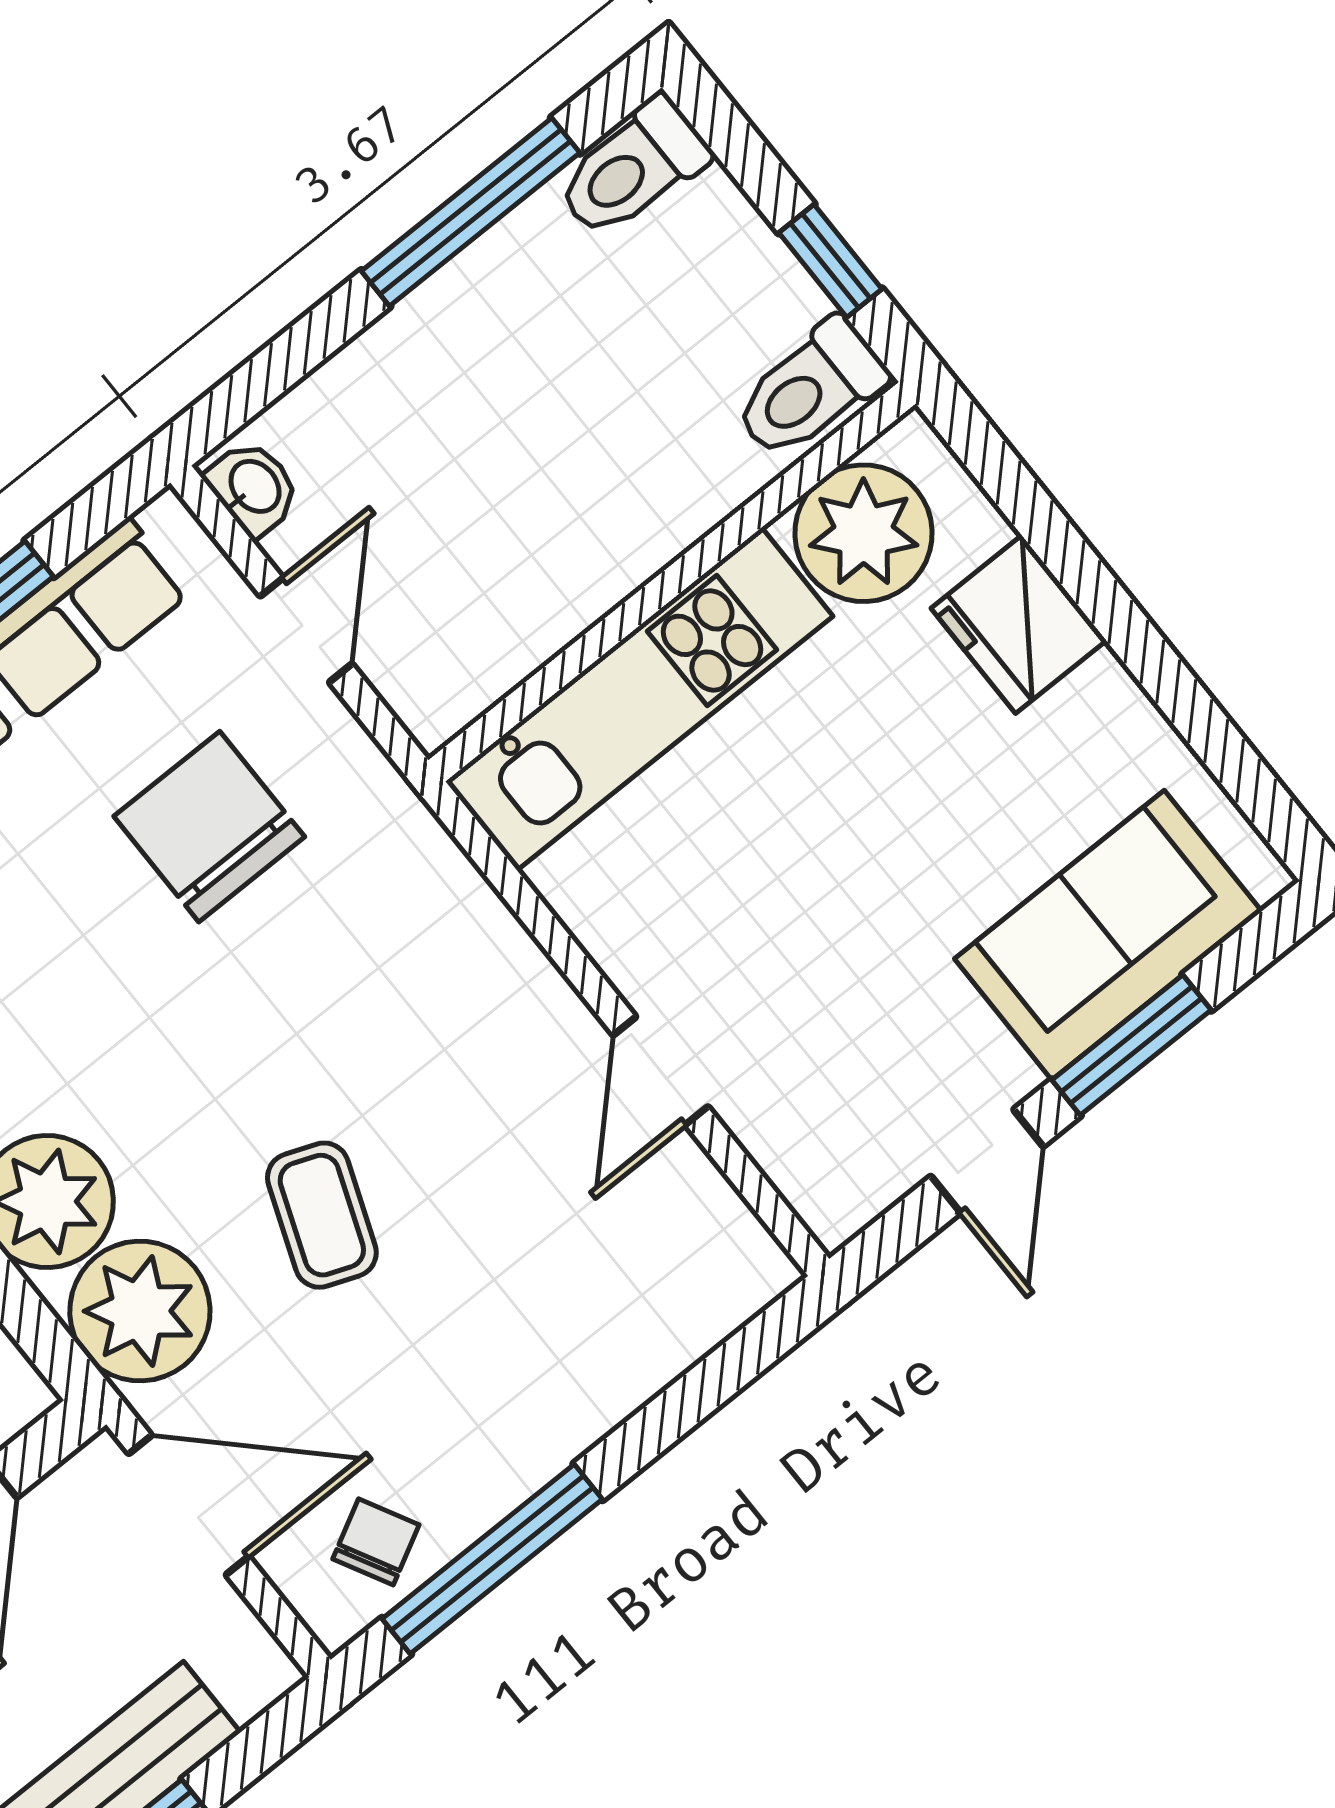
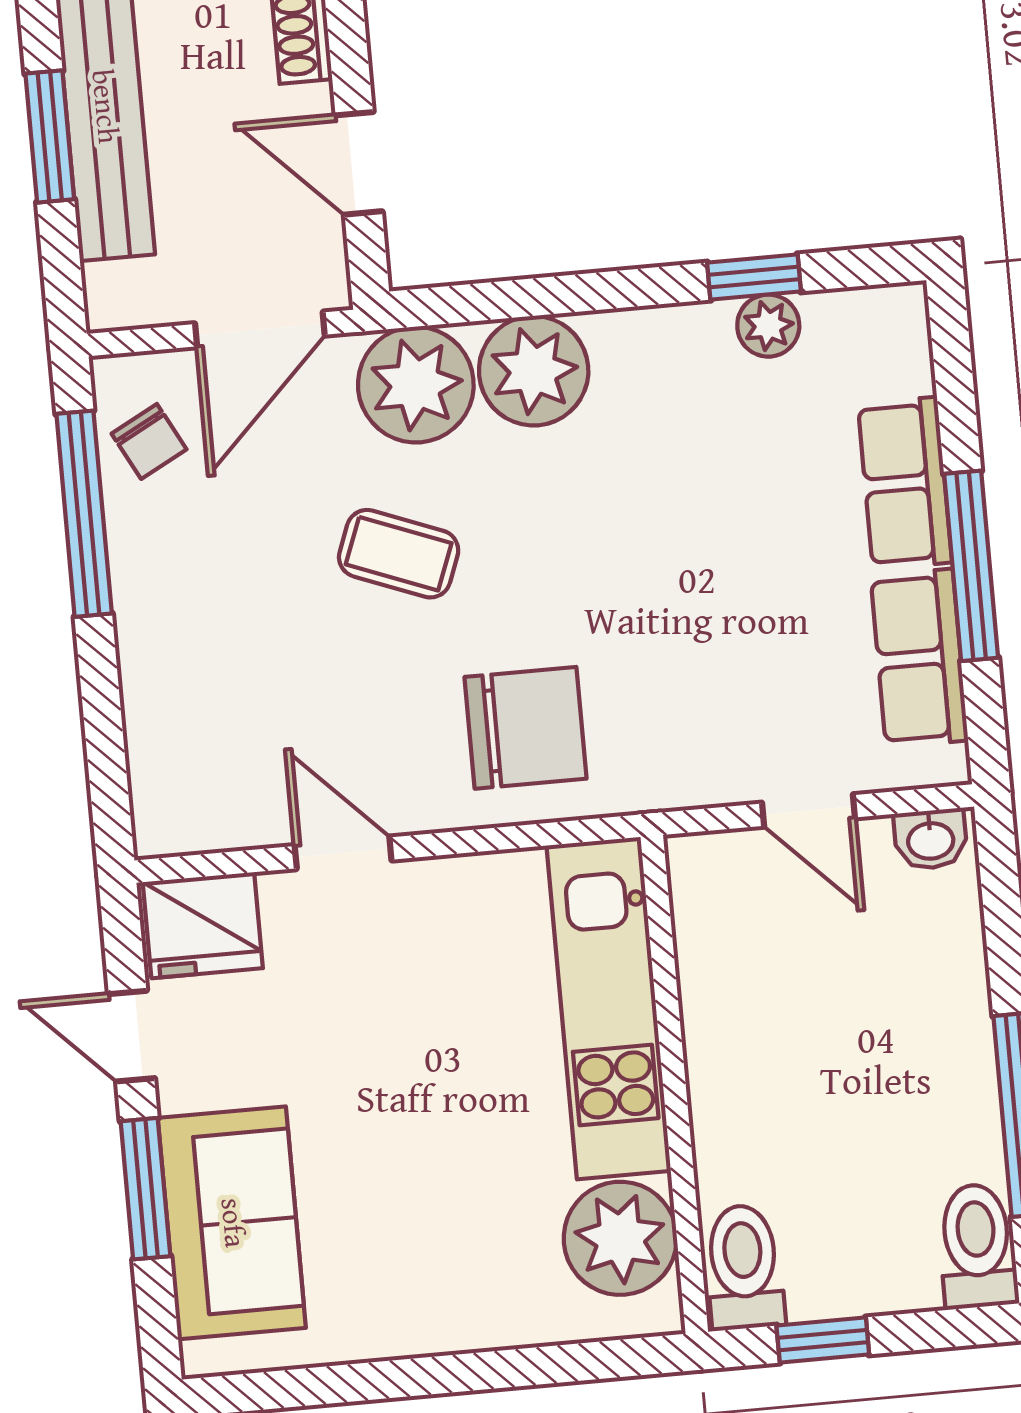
fridge: (1019, 624) -> (203, 925), moved, turned 180
chair: (209, 827) -> (525, 728), moved

